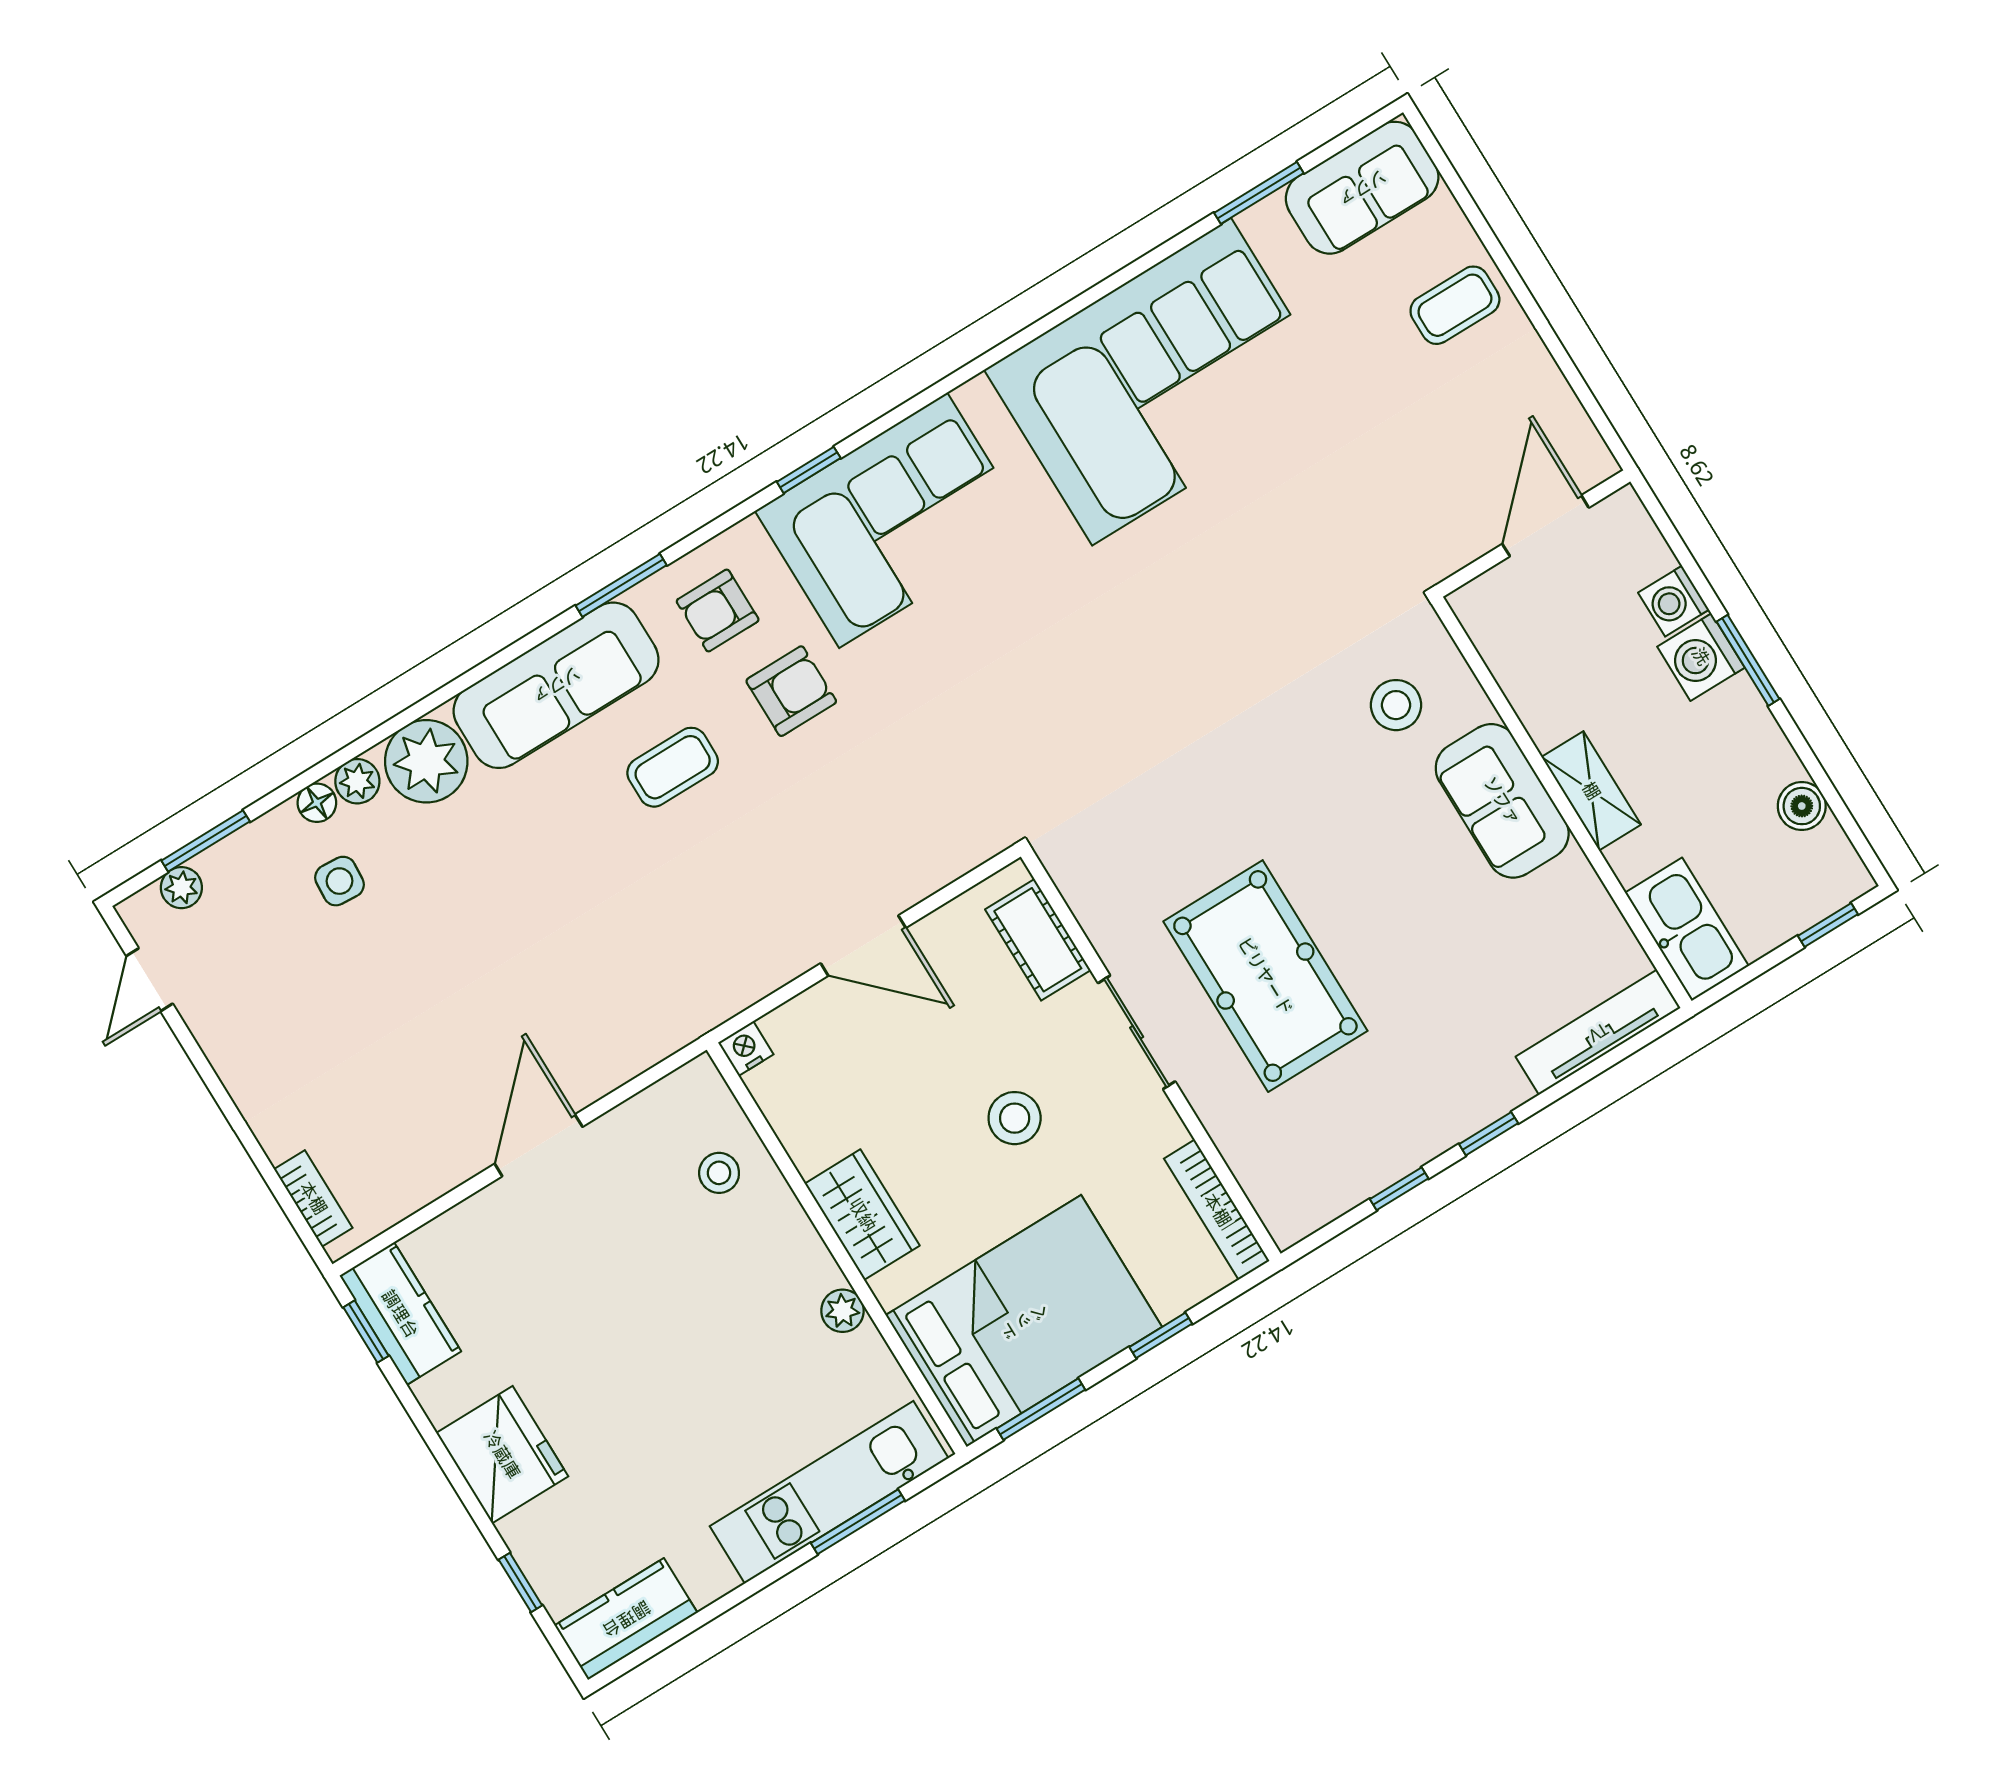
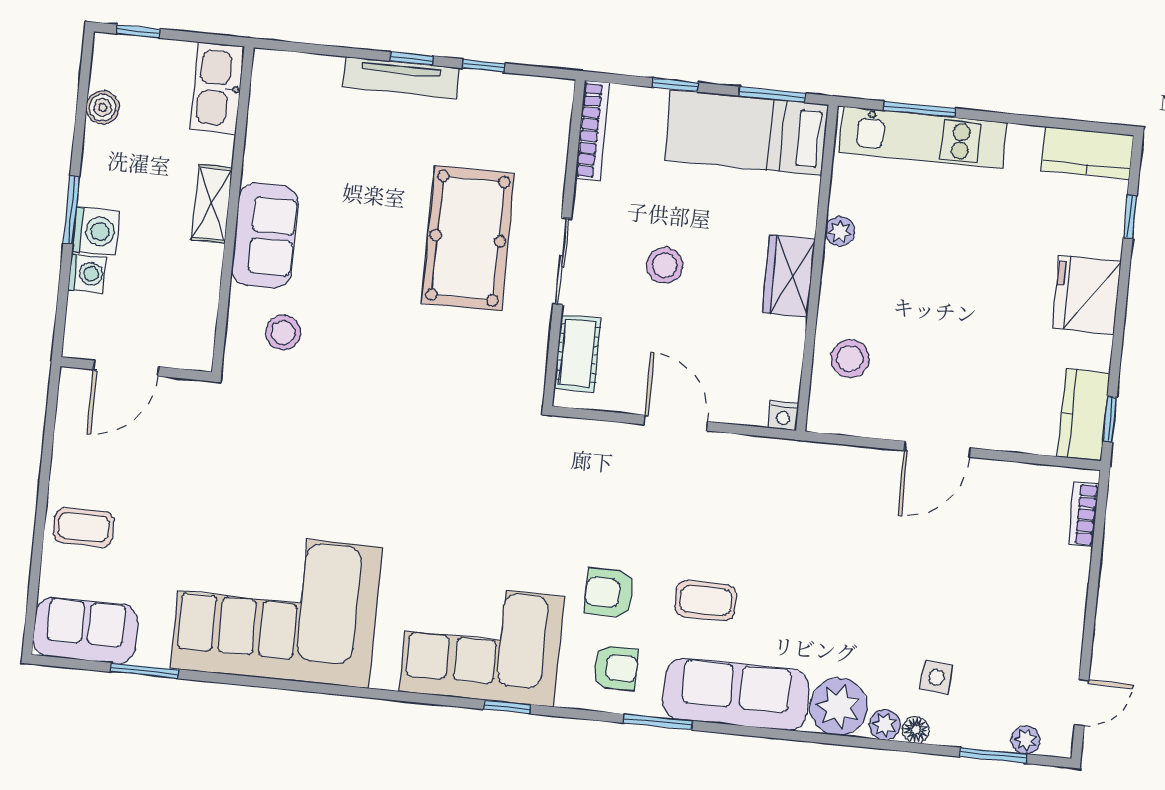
tv unit: (1598, 1032) -> (401, 78), moved
stool: (719, 1173) -> (850, 359), width x1.37, depth x1.37
bed: (1024, 1321) -> (746, 132), width x0.67

